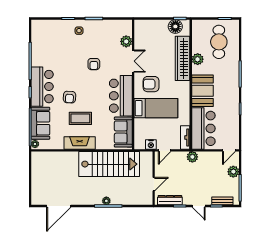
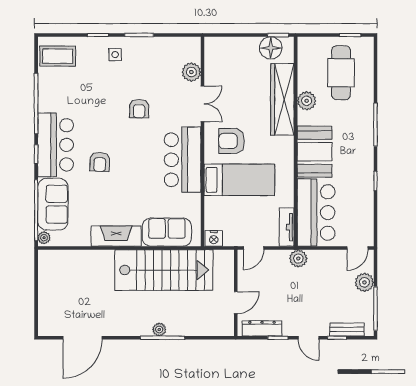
coffee table: (80, 118) -> (58, 56), moved
sofa: (123, 132) -> (167, 232), moved, turned 90
nightstand: (151, 144) -> (214, 238), moved

